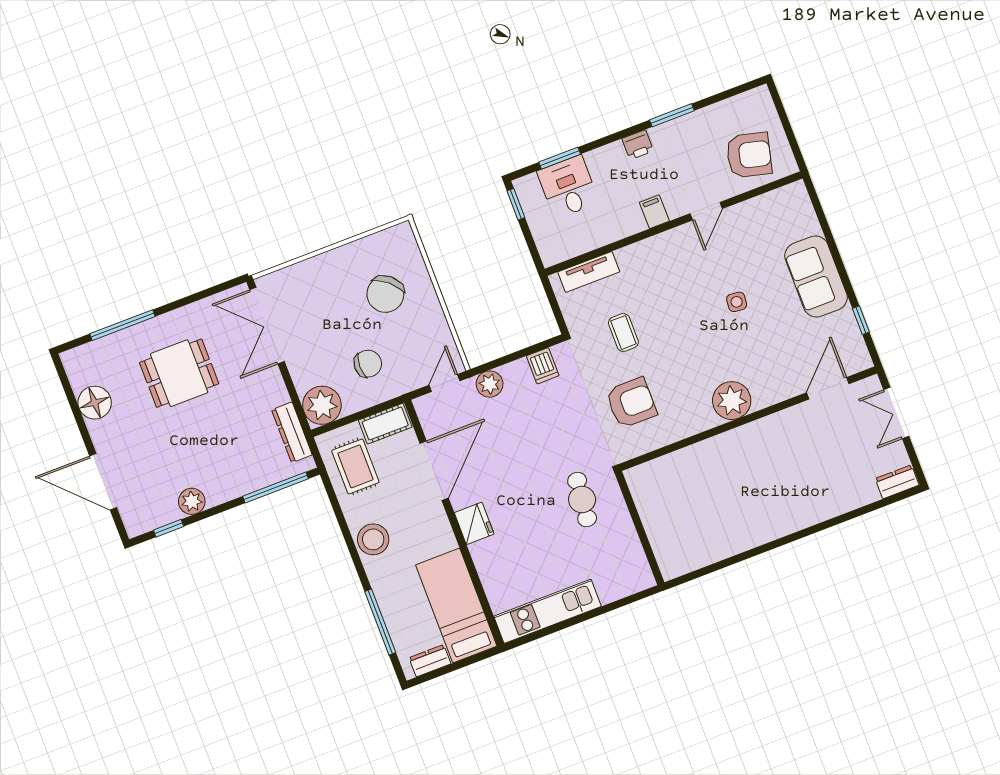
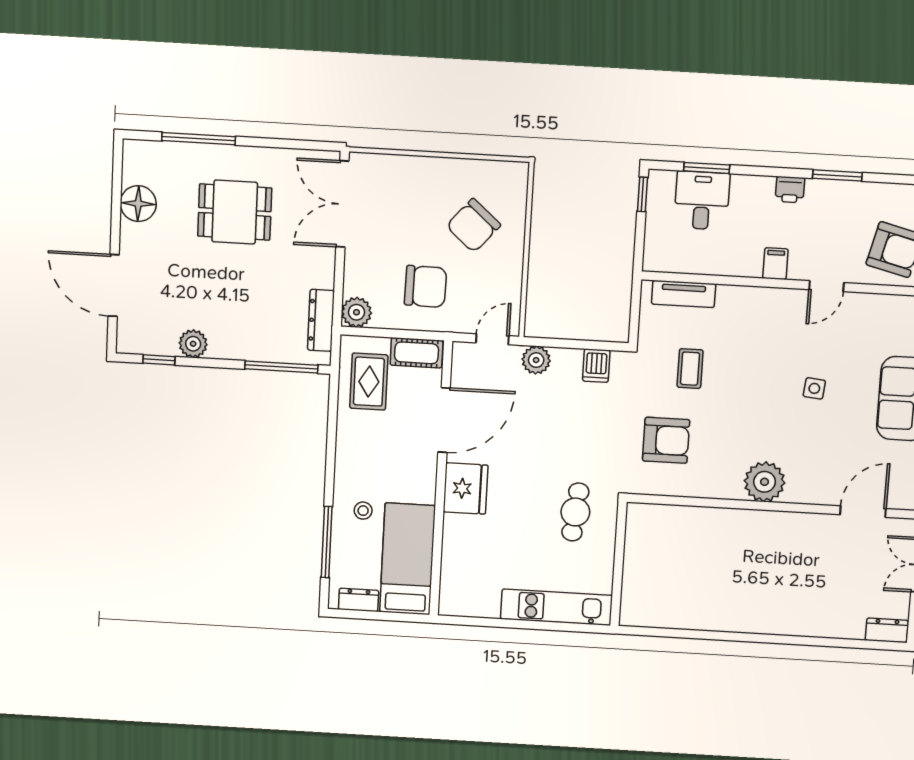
chair: (368, 364) -> (425, 286), width x1.37, depth x1.37
plant: (322, 405) -> (356, 312), width x0.73, depth x0.73
fridge: (474, 523) -> (466, 488), width x1.36, depth x1.34
stool: (373, 539) -> (363, 511), moved, width x0.53, depth x0.53
kitchen unit: (548, 611) -> (556, 607), moved

